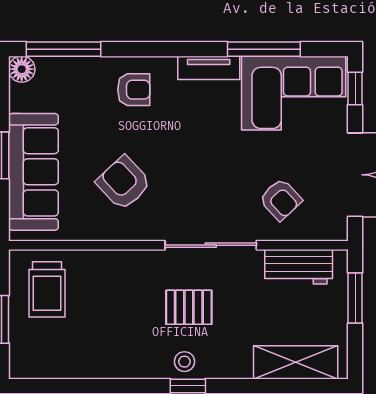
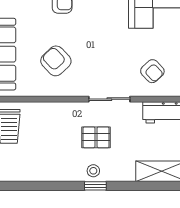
sliding door: (211, 245) -> (109, 99), width x0.73

